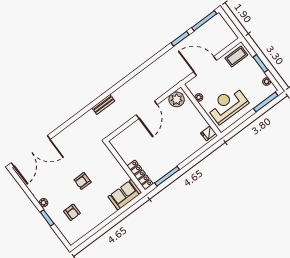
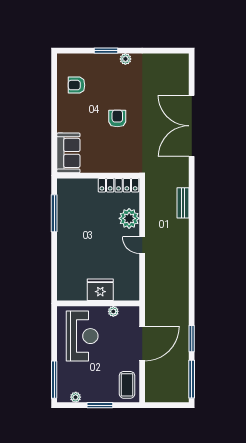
plant: (177, 99) -> (129, 218), moved
door: (147, 110) -> (142, 245), width x0.53
fridge: (208, 133) -> (100, 290), moved, width x1.88, depth x1.34
double door: (31, 151) -> (192, 126), moved
locker: (140, 175) -> (119, 185), moved
armchair: (72, 212) -> (77, 85), moved

